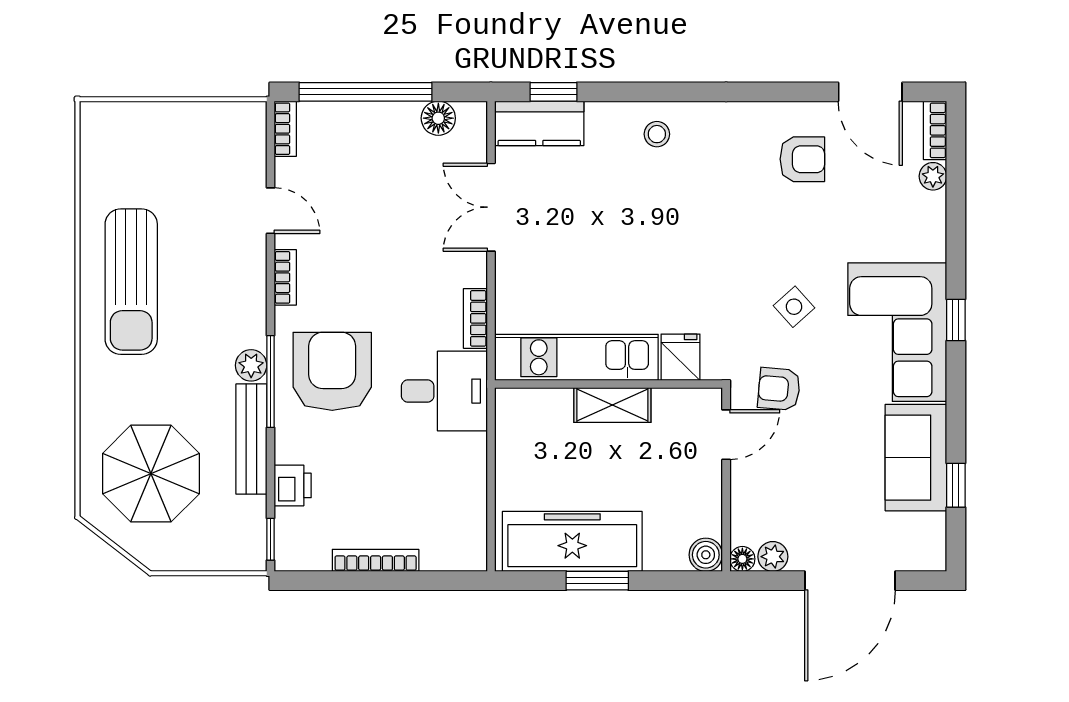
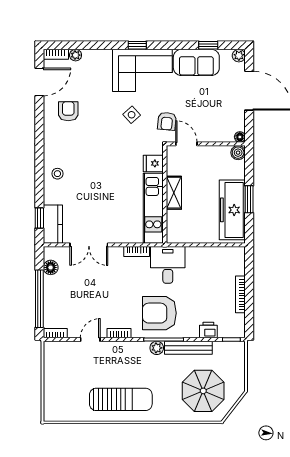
plant: (773, 557) -> (239, 56), moved

